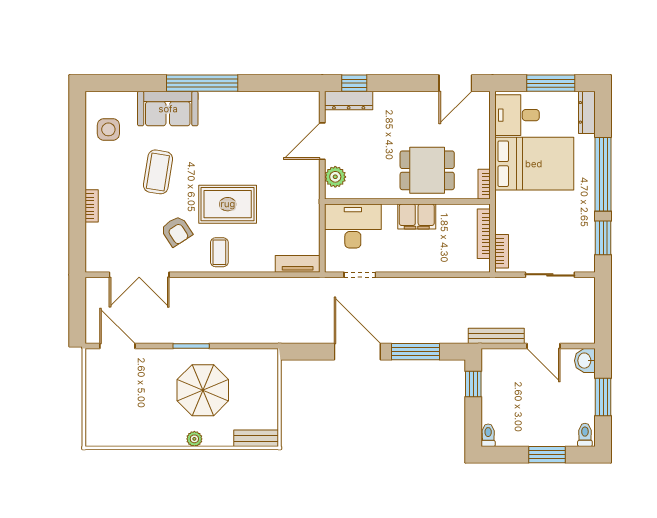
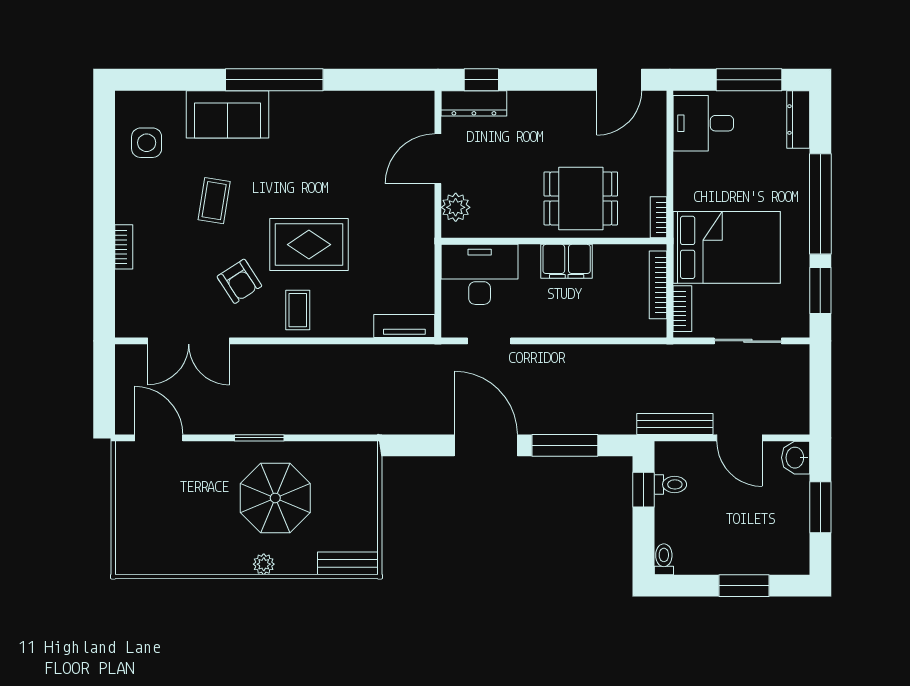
bed: (534, 164) -> (727, 247), moved
coffee table: (158, 172) -> (214, 201), width x0.73, depth x0.77
toilet: (585, 435) -> (670, 484), moved, turned 90

